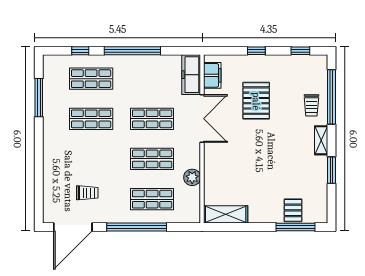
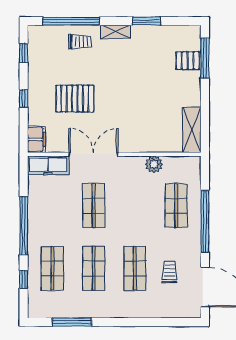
filing cabinet: (212, 75) -> (36, 139), moved, turned 90
shop shelf: (152, 159) -> (135, 268), moved

